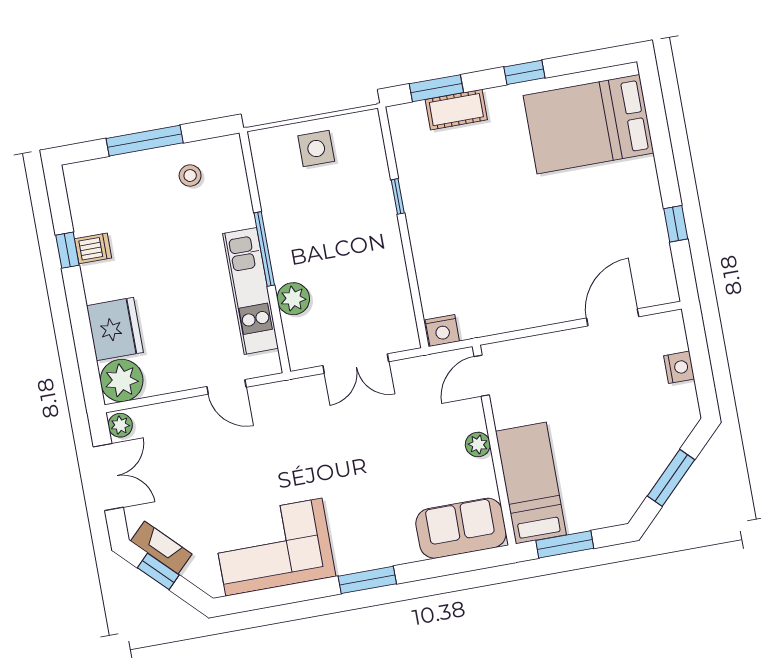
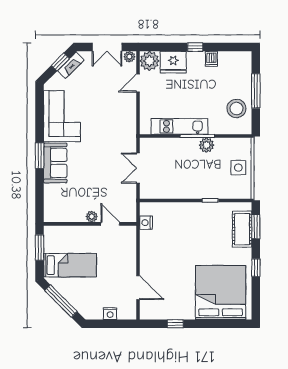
cot: (456, 110) -> (242, 229), width x1.37, depth x1.34
bed: (588, 124) -> (221, 292), width x1.36
stool: (190, 176) -> (236, 109), width x1.89, depth x1.89
window: (67, 250) -> (195, 47), moved
plant: (293, 299) -> (207, 145), moved
nightstand: (442, 330) -> (146, 223), moved
door: (482, 376) -> (110, 224), moved
door: (227, 387) -> (138, 83), moved
window: (671, 478) -> (61, 301), width x1.44
bed: (531, 483) -> (70, 265), moved
sofa: (461, 528) -> (55, 163), moved

